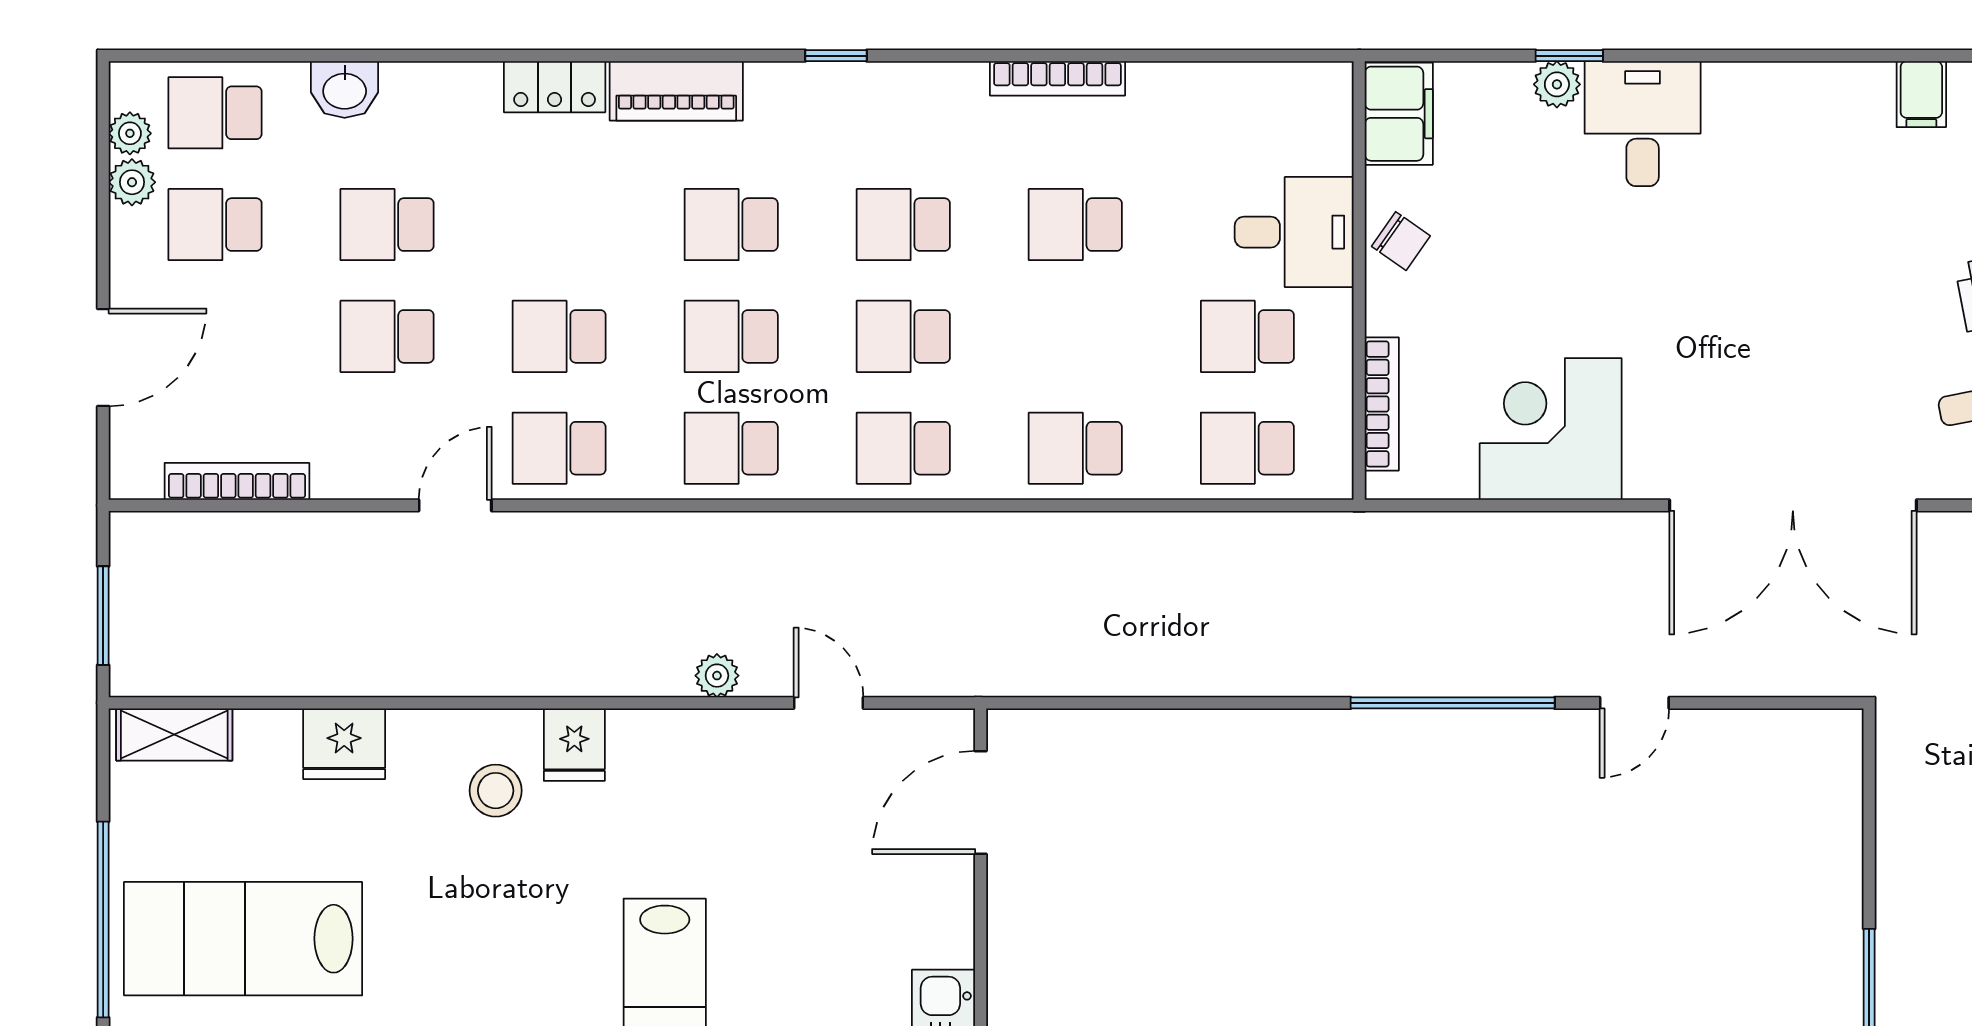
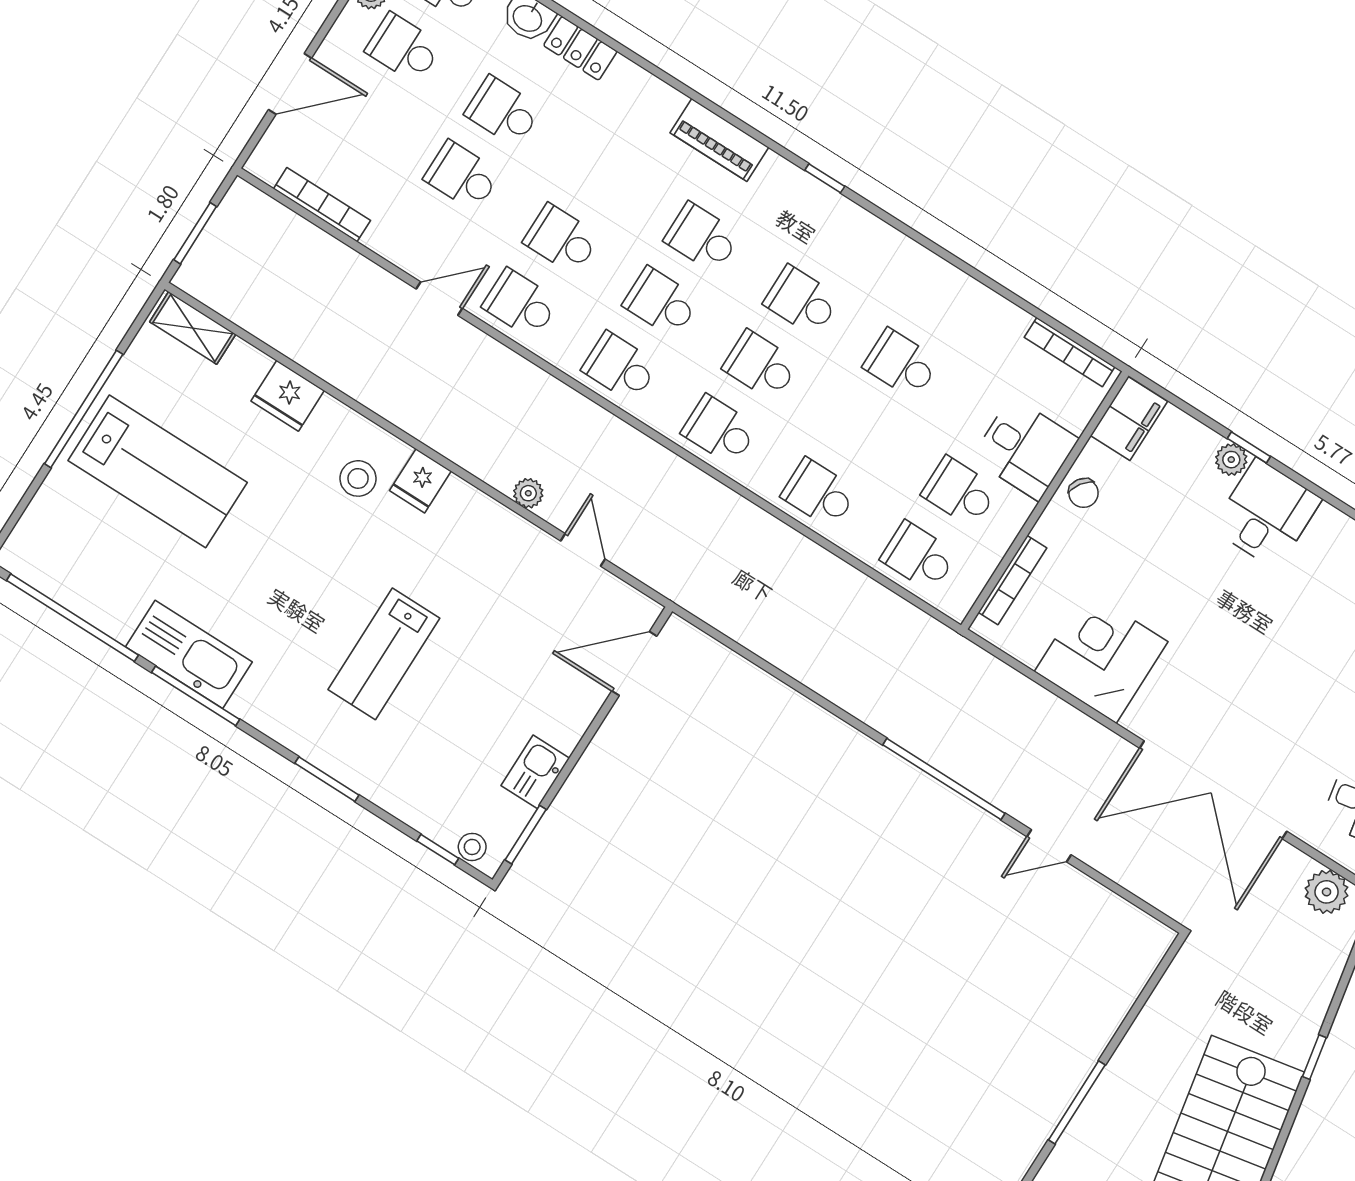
bookcase: (1057, 78) -> (1070, 352), moved
locker: (555, 87) -> (580, 48), moved
lab bench: (243, 939) -> (158, 471), turned 180

